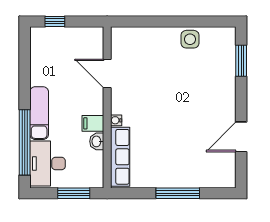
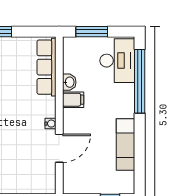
door: (107, 74) -> (59, 148), hinge flipped
exam couch: (39, 113) -> (125, 145), moved
water cooler: (116, 120) -> (50, 124), moved

